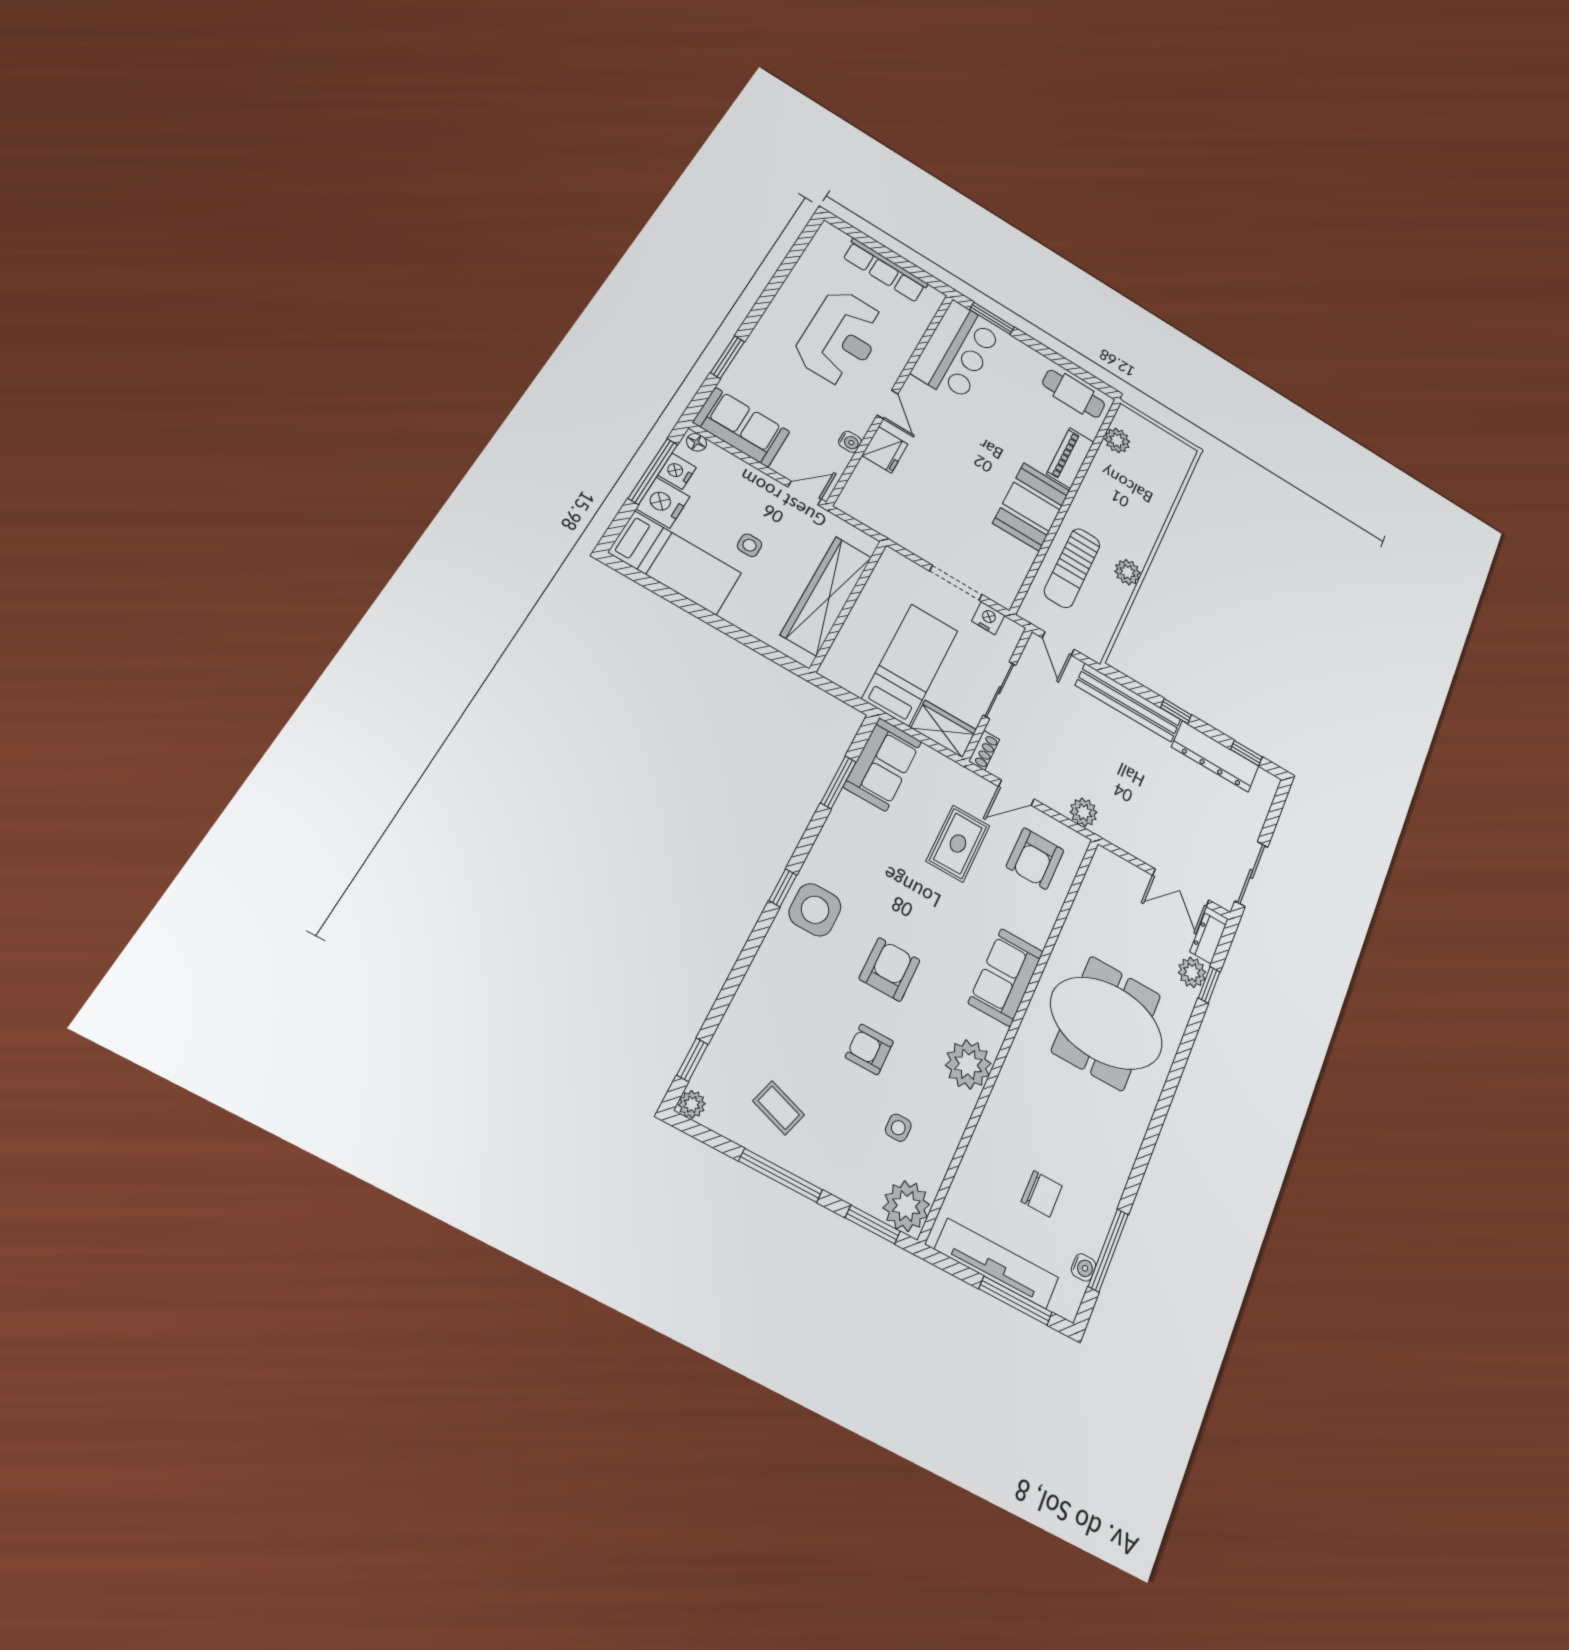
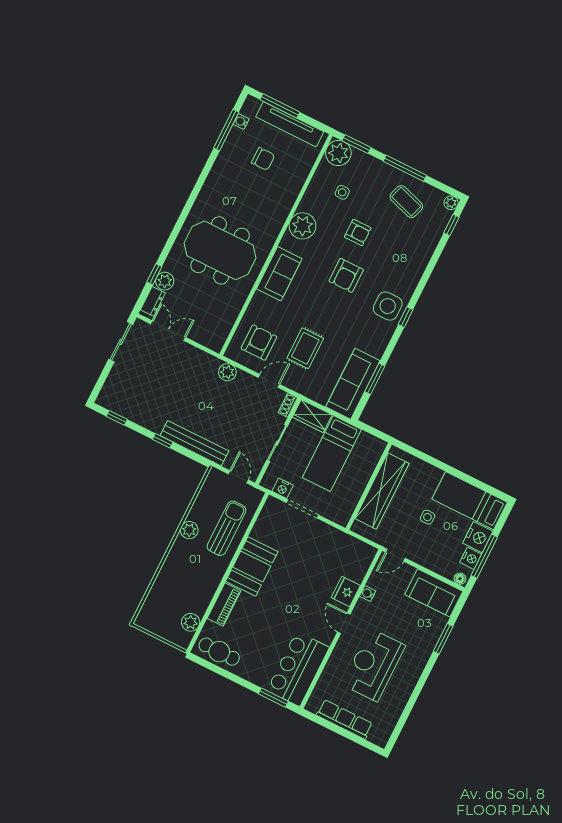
dresser: (1215, 756) -> (138, 414), removed
sofa: (883, 764) -> (353, 384), width x1.36
coffee table: (779, 1108) -> (406, 202), width x1.36, depth x1.30
chair: (1042, 1194) -> (263, 159), turned 180

